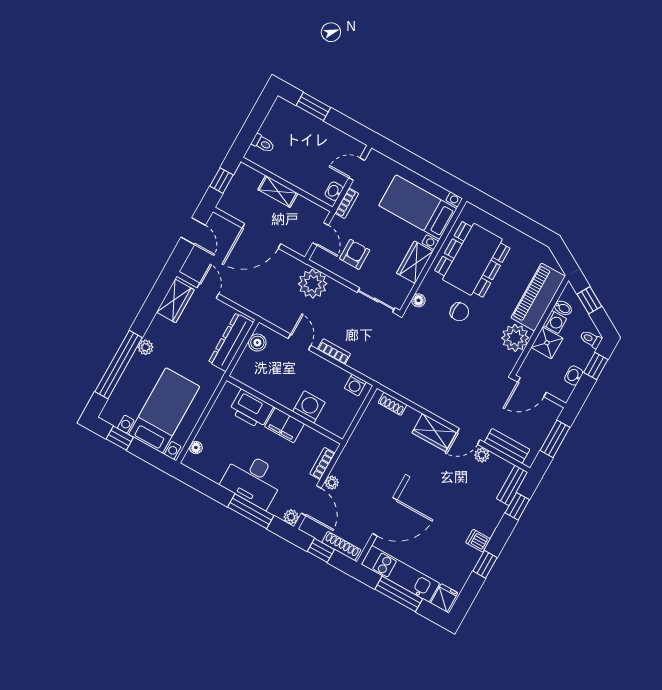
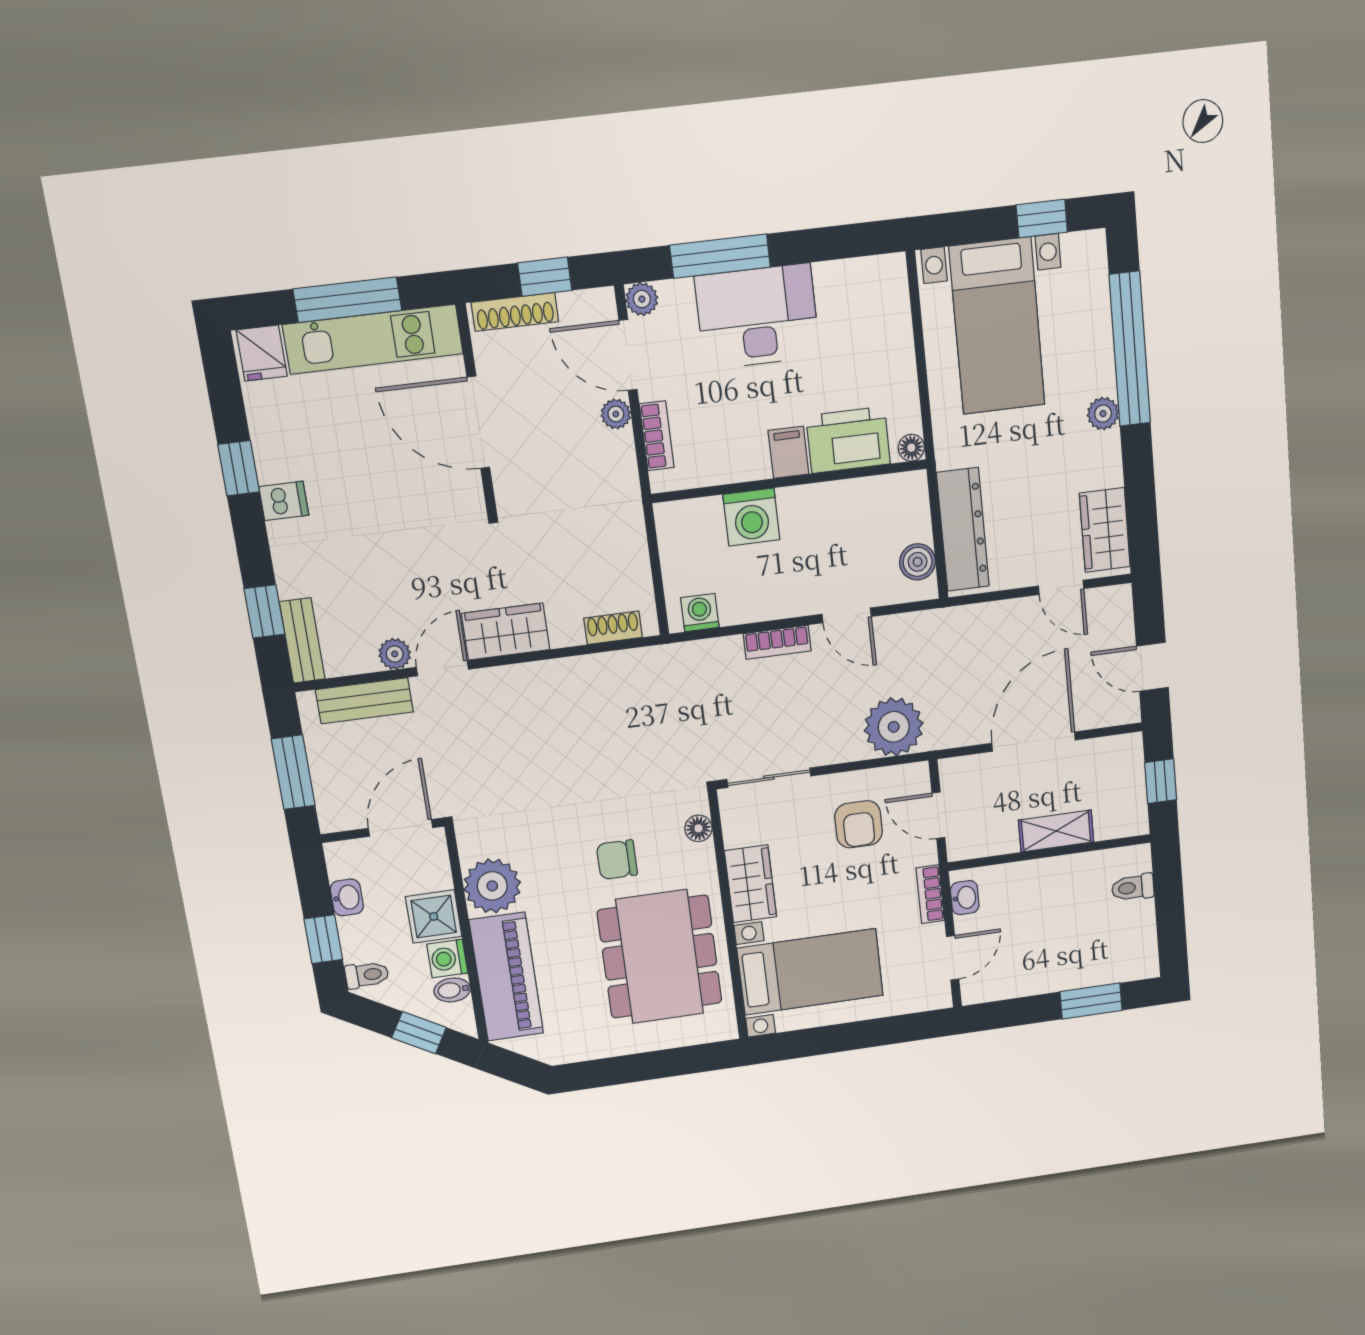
filing cabinet: (284, 425) -> (788, 452), width x0.50
floor lamp: (196, 448) -> (911, 448), moved
door: (385, 517) -> (478, 422), hinge flipped

